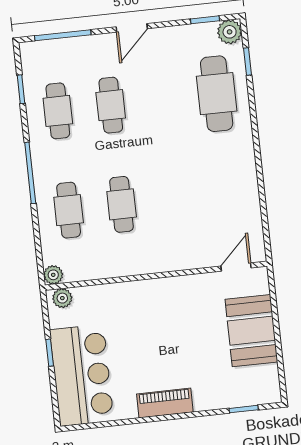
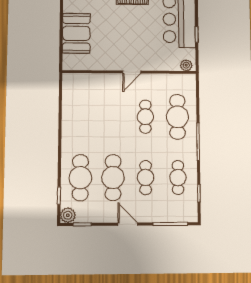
door: (132, 28) -> (128, 224), hinge flipped
cafe table: (164, 99) -> (113, 178), added
cafe table: (69, 210) -> (177, 117), width x1.37, depth x1.35
door: (236, 267) -> (132, 72), moved
plant: (53, 275) -> (190, 79), removed

